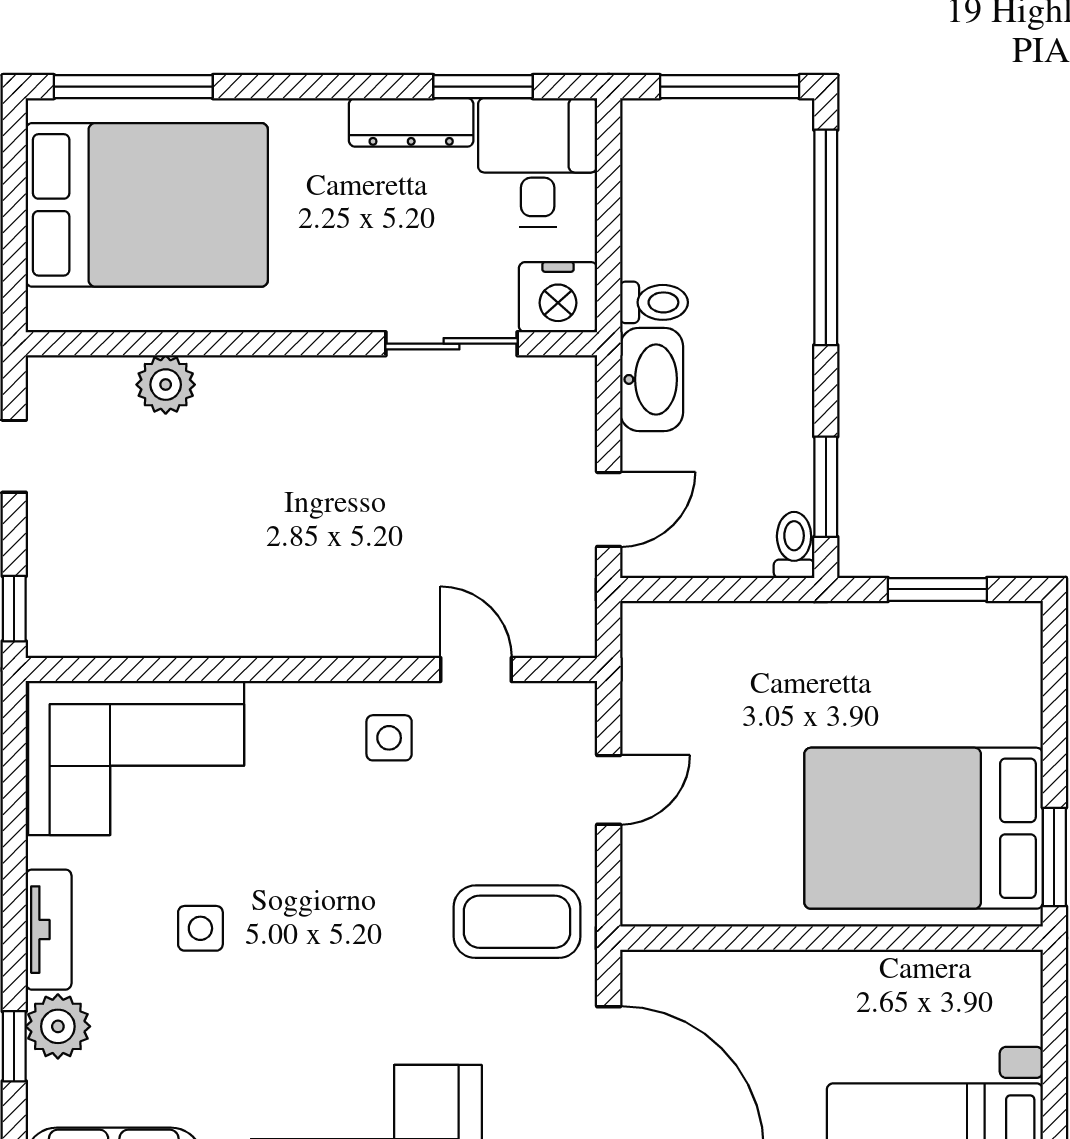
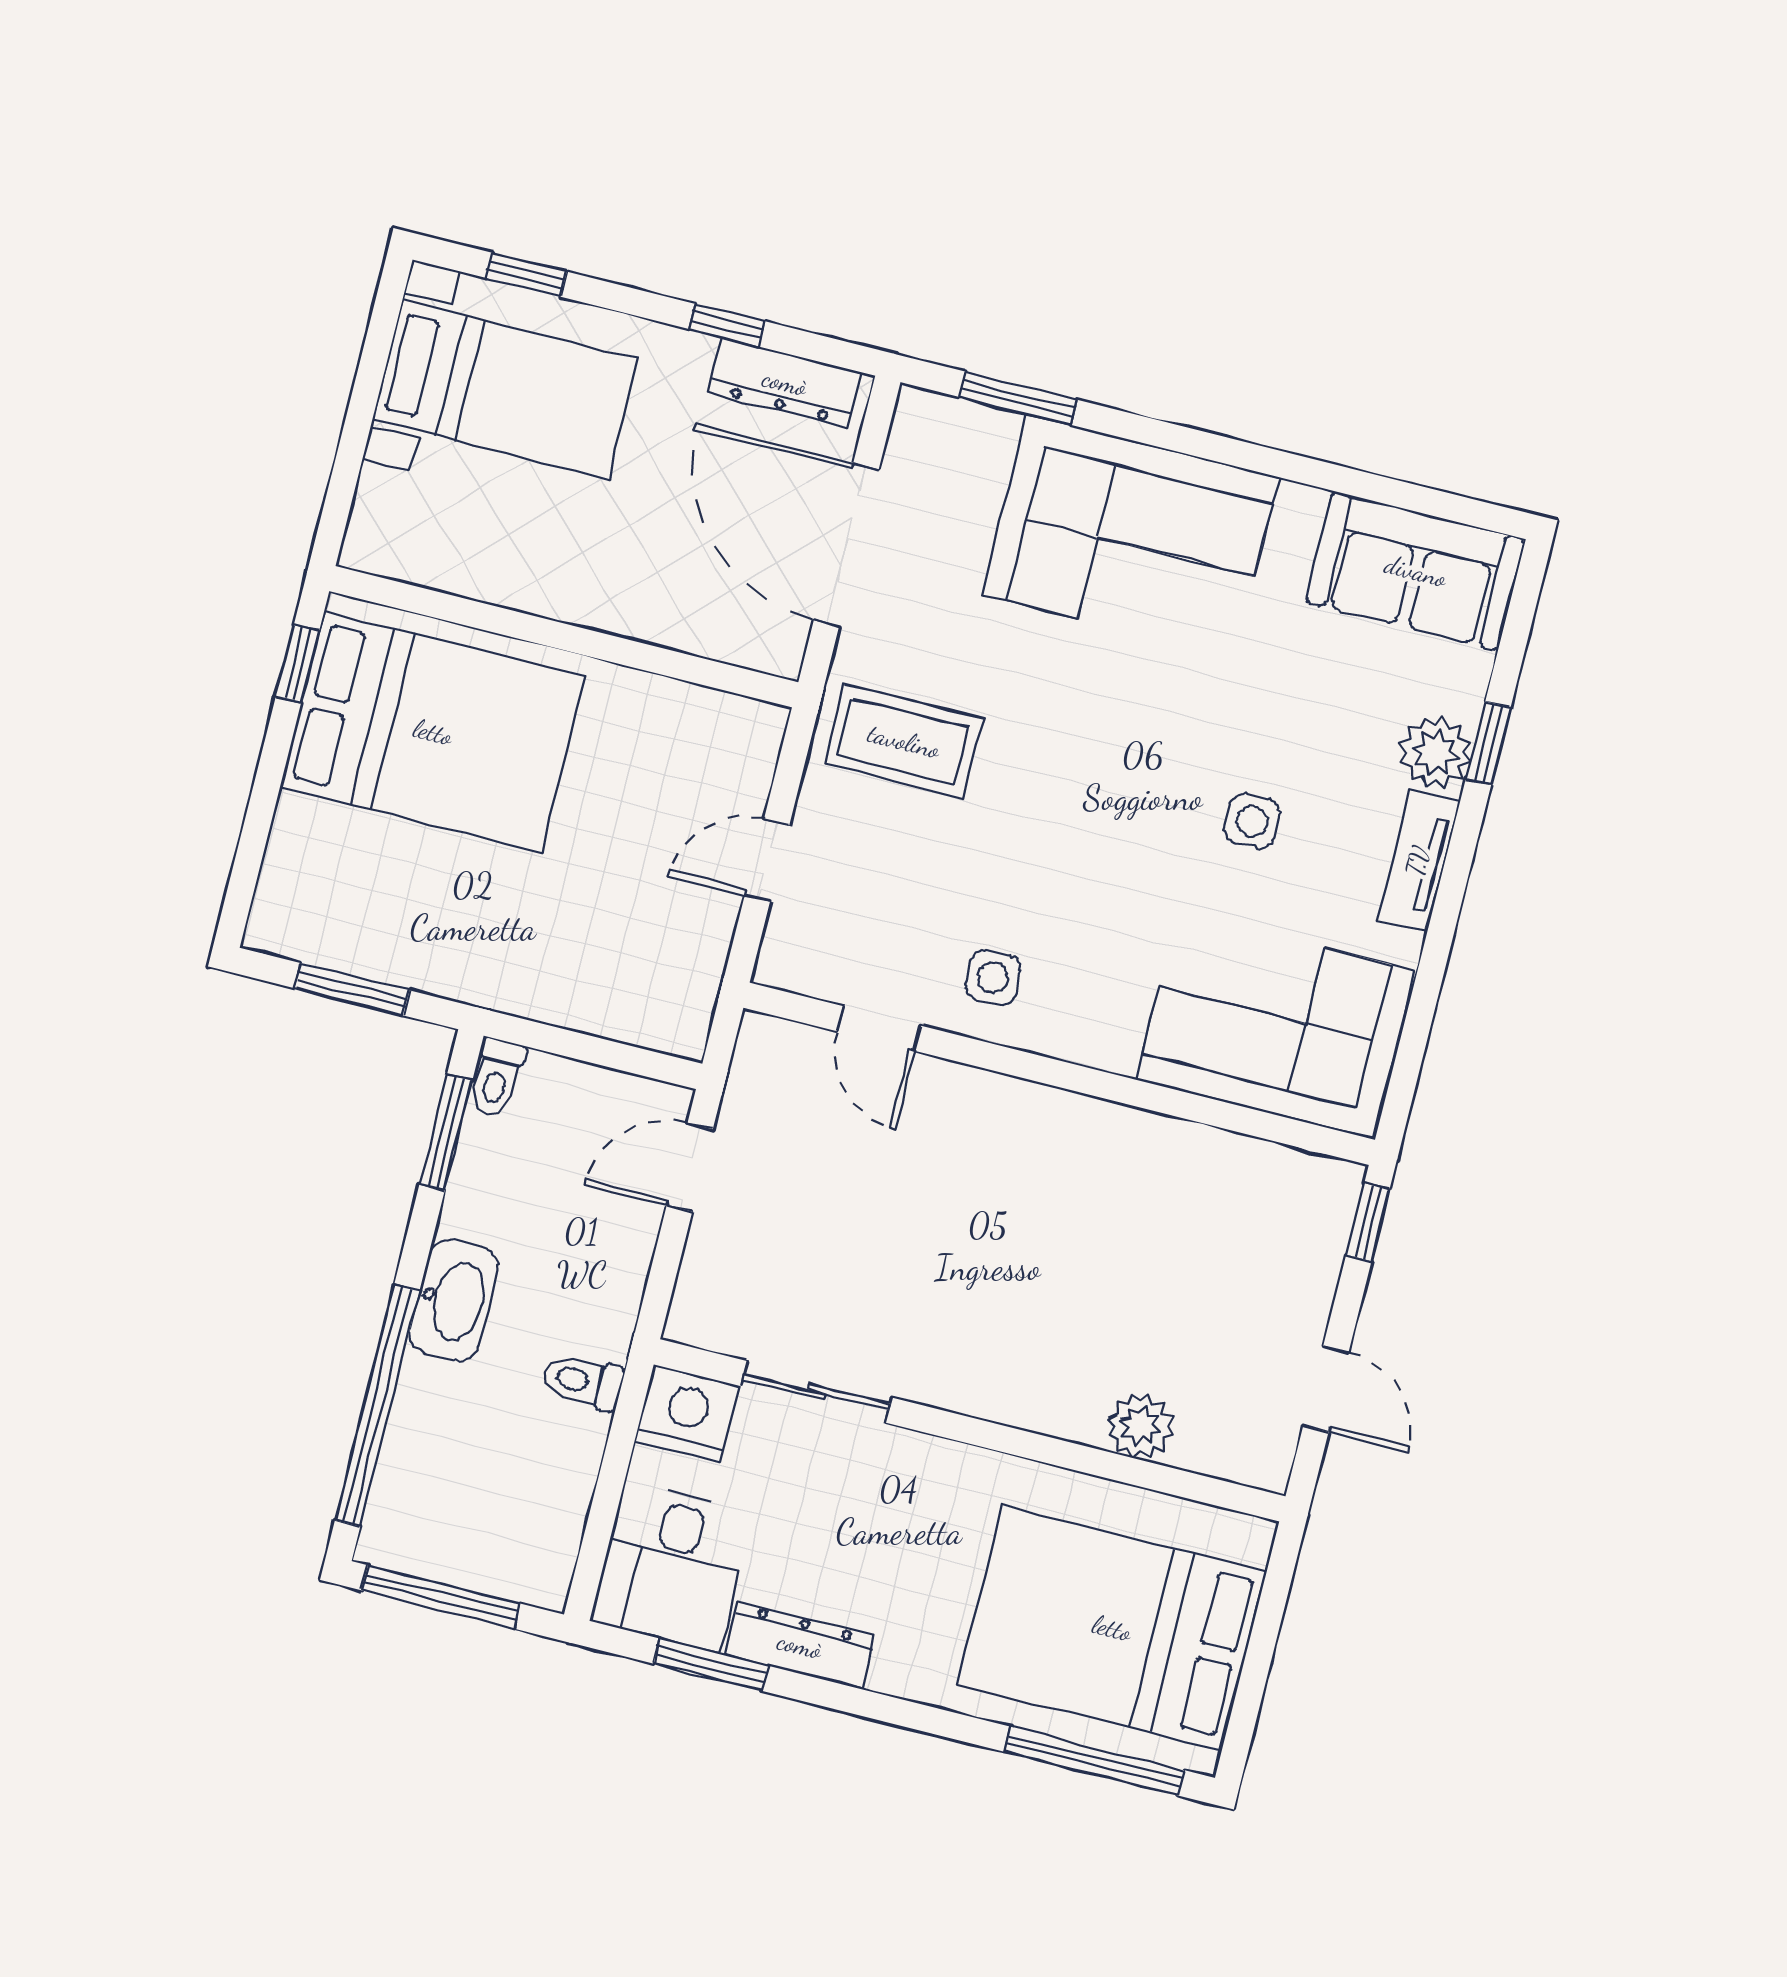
washbasin: (652, 379) -> (454, 1300), moved, turned 180
window: (1054, 857) -> (297, 664), width x0.67

